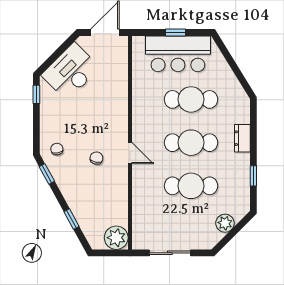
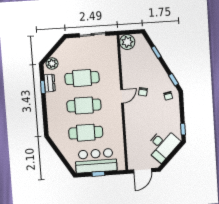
dresser: (242, 138) -> (50, 83), moved
door: (130, 153) -> (122, 96), swing flipped
plant: (225, 223) -> (52, 63), moved

